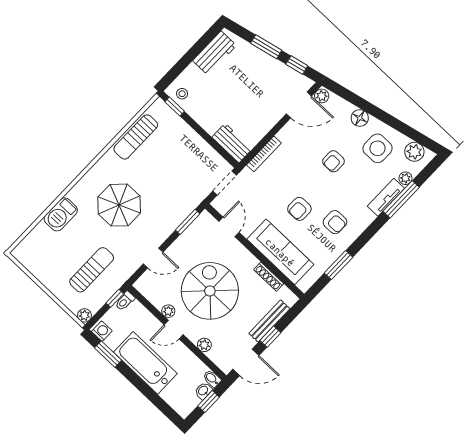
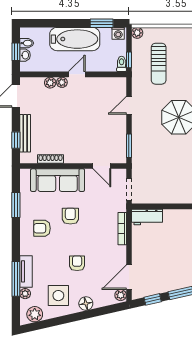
spiral stairs: (210, 291) -> (77, 118), removed
plant: (168, 311) -> (62, 82), moved
window: (270, 337) -> (16, 140), moved
bidet: (212, 379) -> (27, 43), moved

